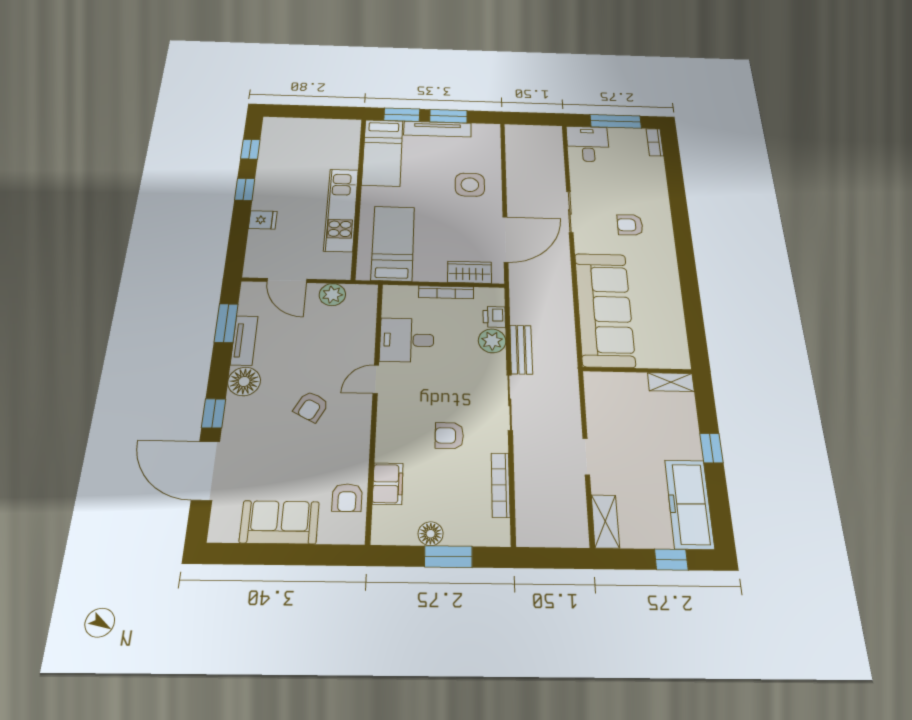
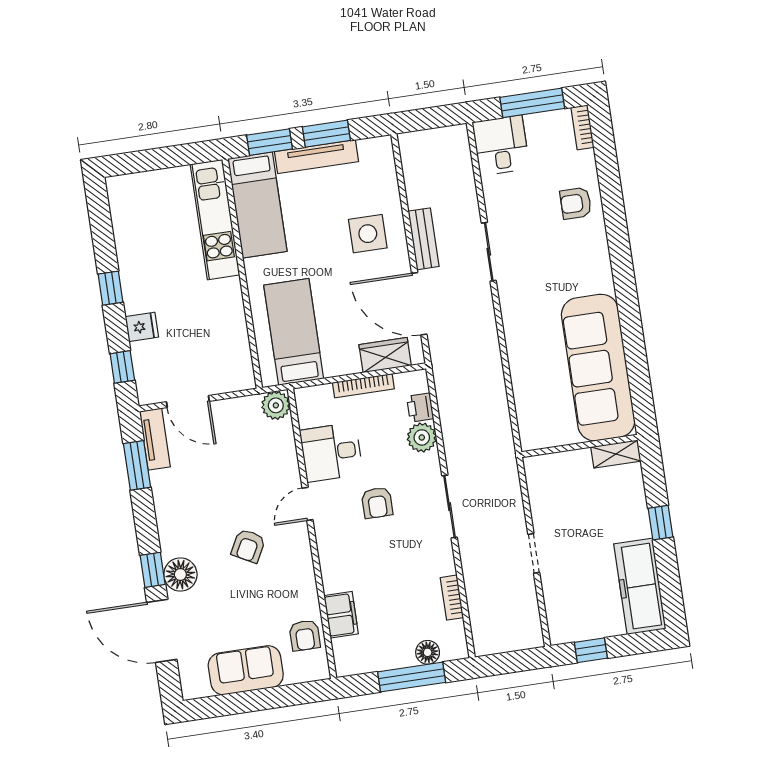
window: (250, 149) -> (122, 367), moved
kitchen unit: (341, 210) -> (215, 220), moved
armchair: (630, 225) -> (576, 203), moved
door: (505, 239) -> (419, 304), swing flipped
plant: (332, 295) -> (276, 405), moved
sofa: (604, 309) -> (598, 368), moved, turned 180
tv unit: (244, 340) -> (155, 439), moved
bench: (521, 350) -> (424, 239), moved
floor lamp: (244, 381) -> (180, 575), moved
armchair: (449, 436) -> (377, 503), moved, turned -90
bookcase: (501, 485) -> (452, 598), width x0.64
shelving: (605, 521) -> (558, 618), removed
floor lamp: (431, 534) -> (428, 652), moved
window: (448, 557) -> (412, 677), width x1.44
window: (671, 560) -> (591, 650), moved

